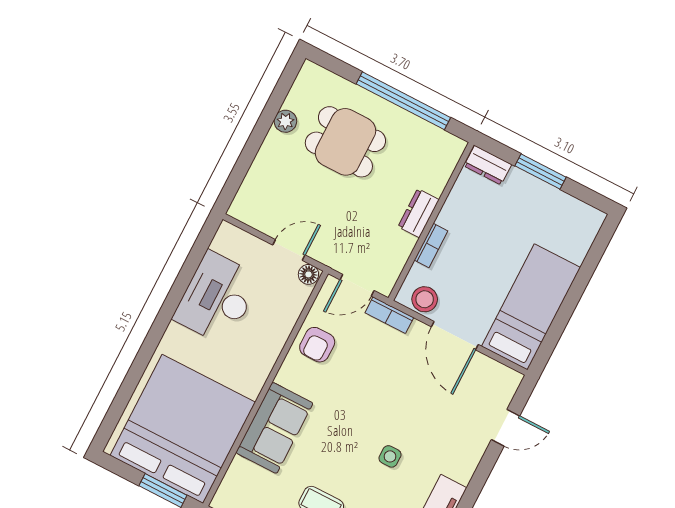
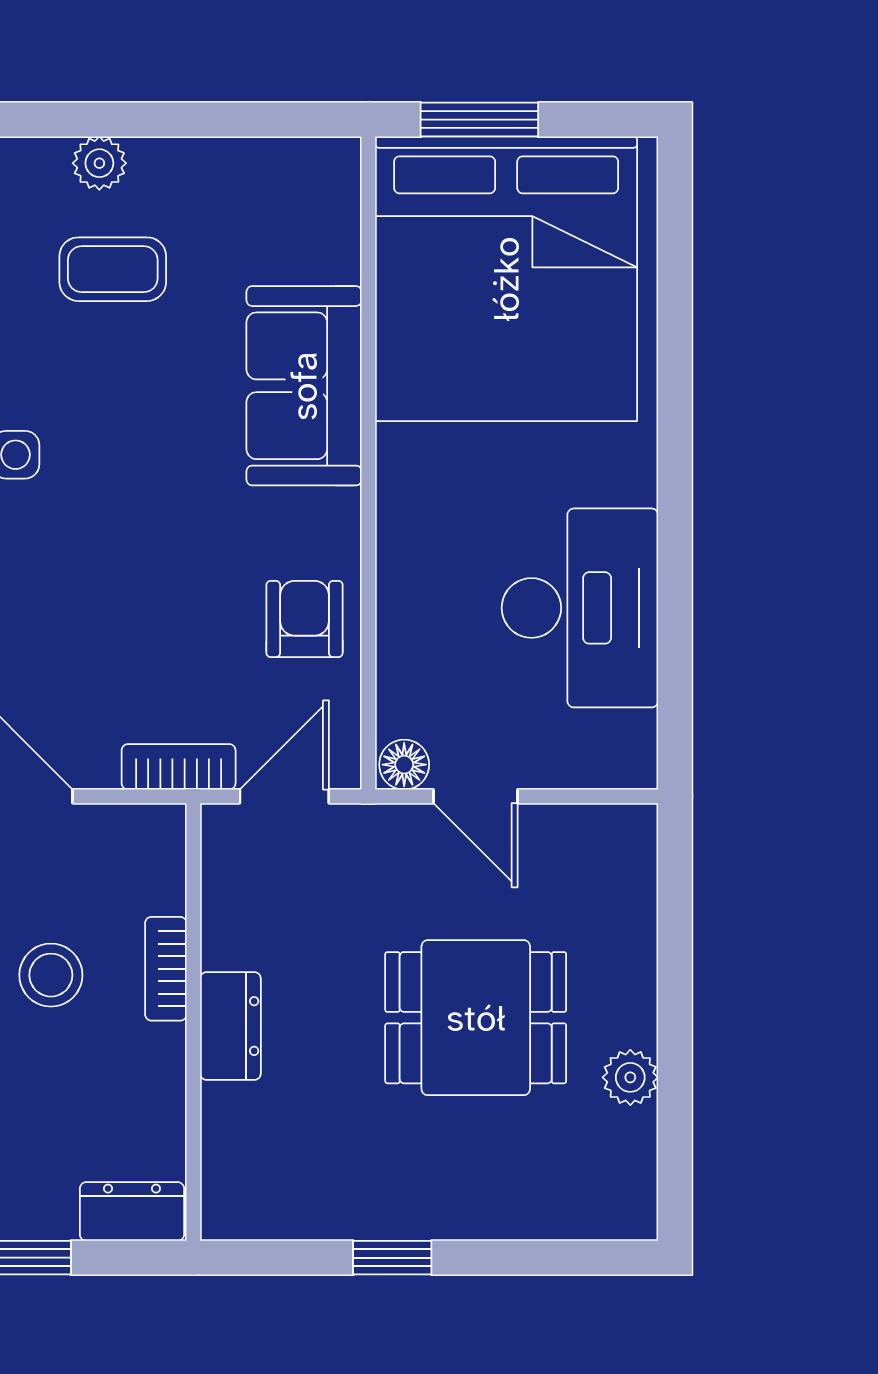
window: (403, 101) -> (392, 1258), width x0.32
dining table: (345, 142) -> (476, 1018), moved
door: (289, 250) -> (476, 796), hinge flipped
stool: (425, 299) -> (51, 975), moved

